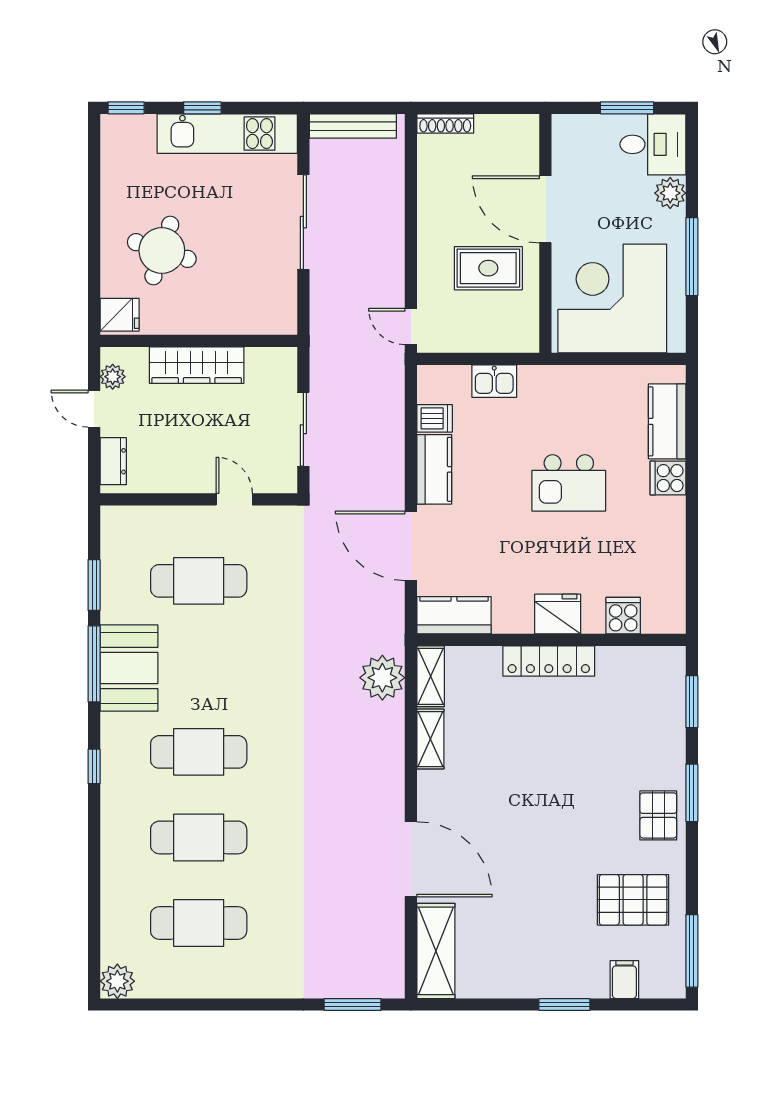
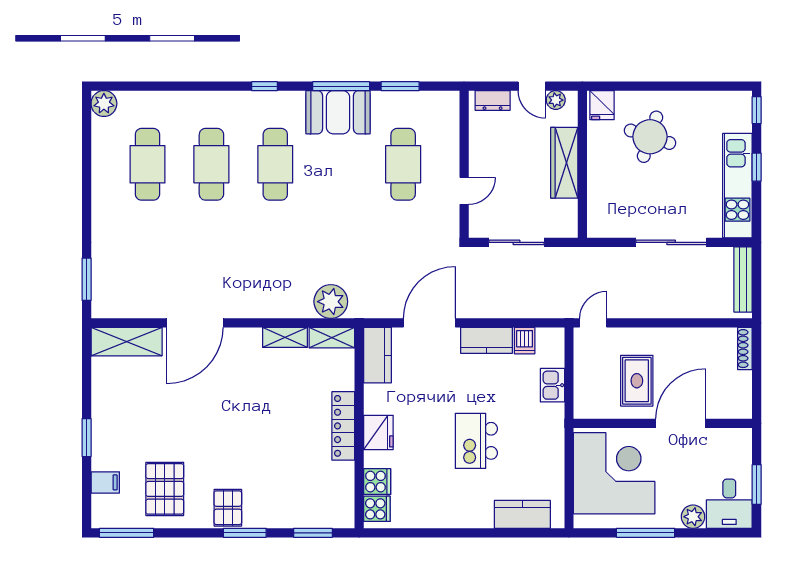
door: (94, 409) -> (532, 86), swing flipped
cooker: (668, 478) -> (377, 509), moved, turned 90
pallet: (658, 815) -> (228, 508), turned 90

